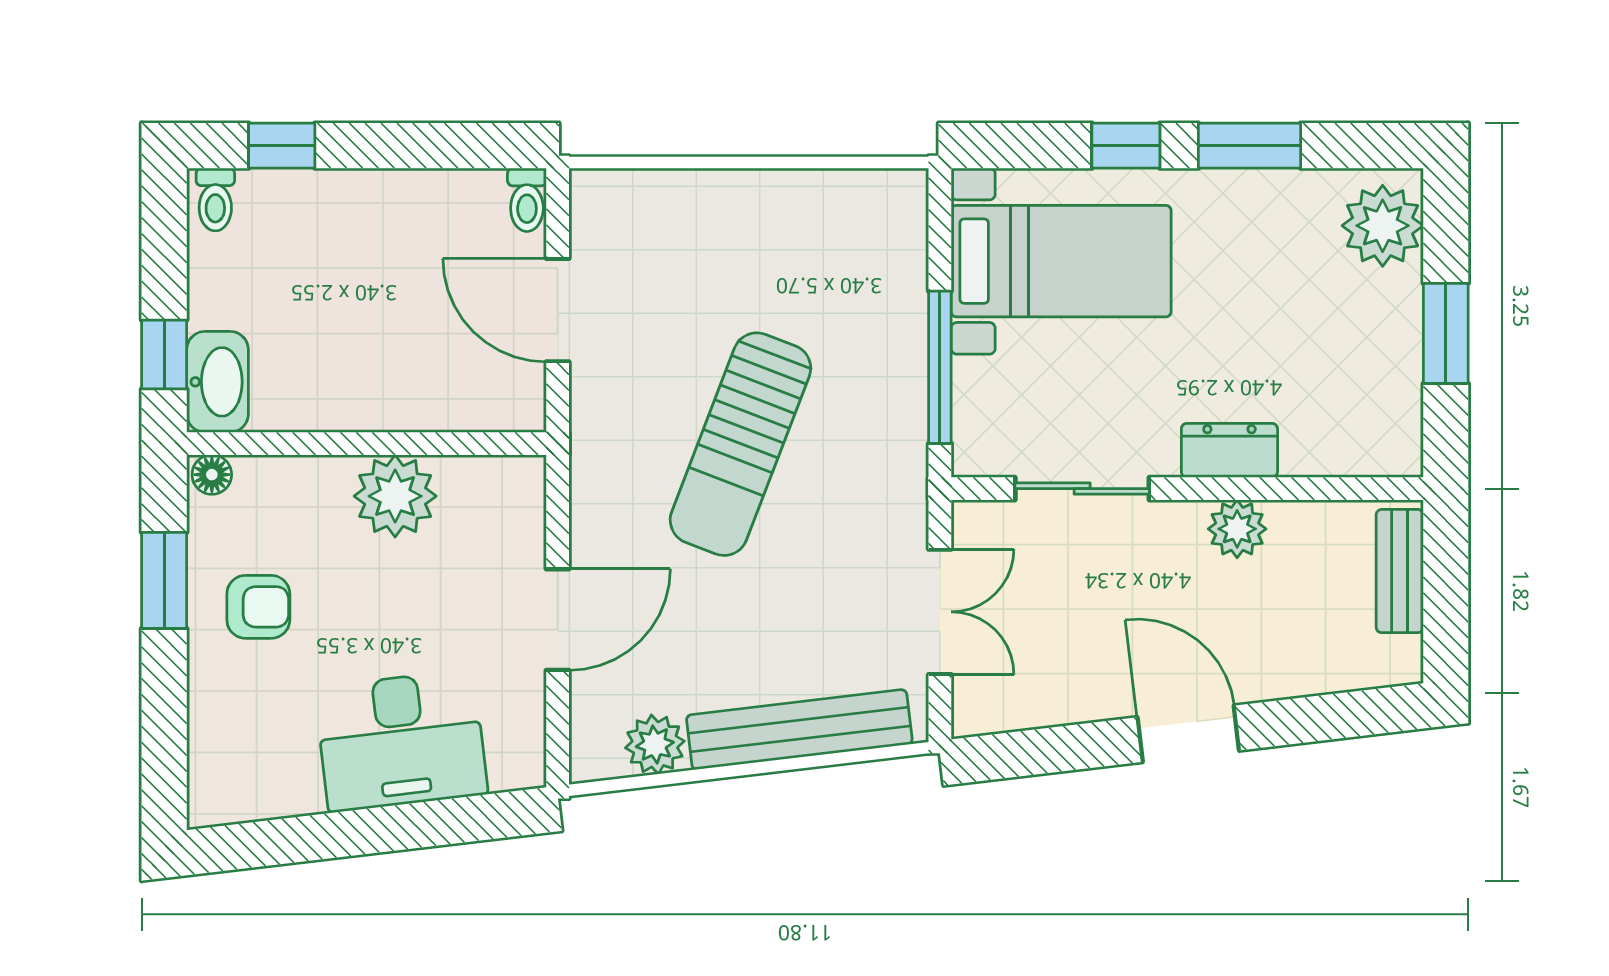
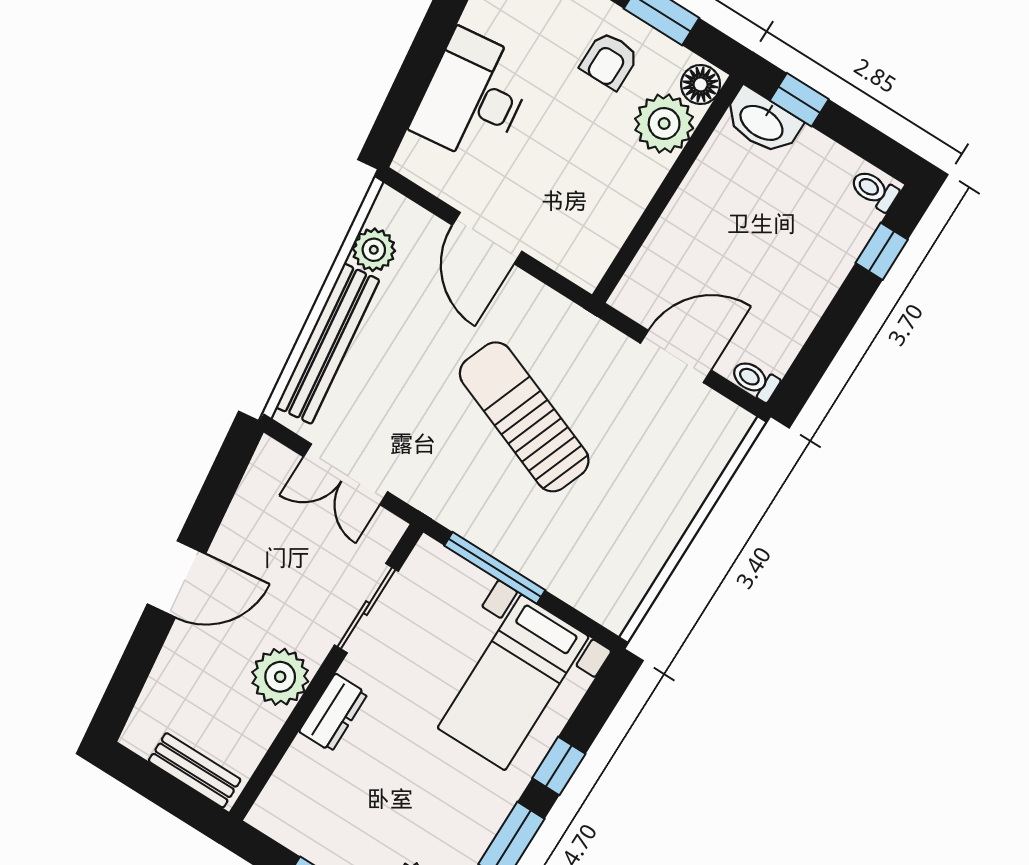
floor lamp: (212, 475) -> (701, 84), width x1.37, depth x1.37
plant: (395, 496) -> (664, 123), moved
plant: (1237, 529) -> (280, 677), width x1.36, depth x1.36

